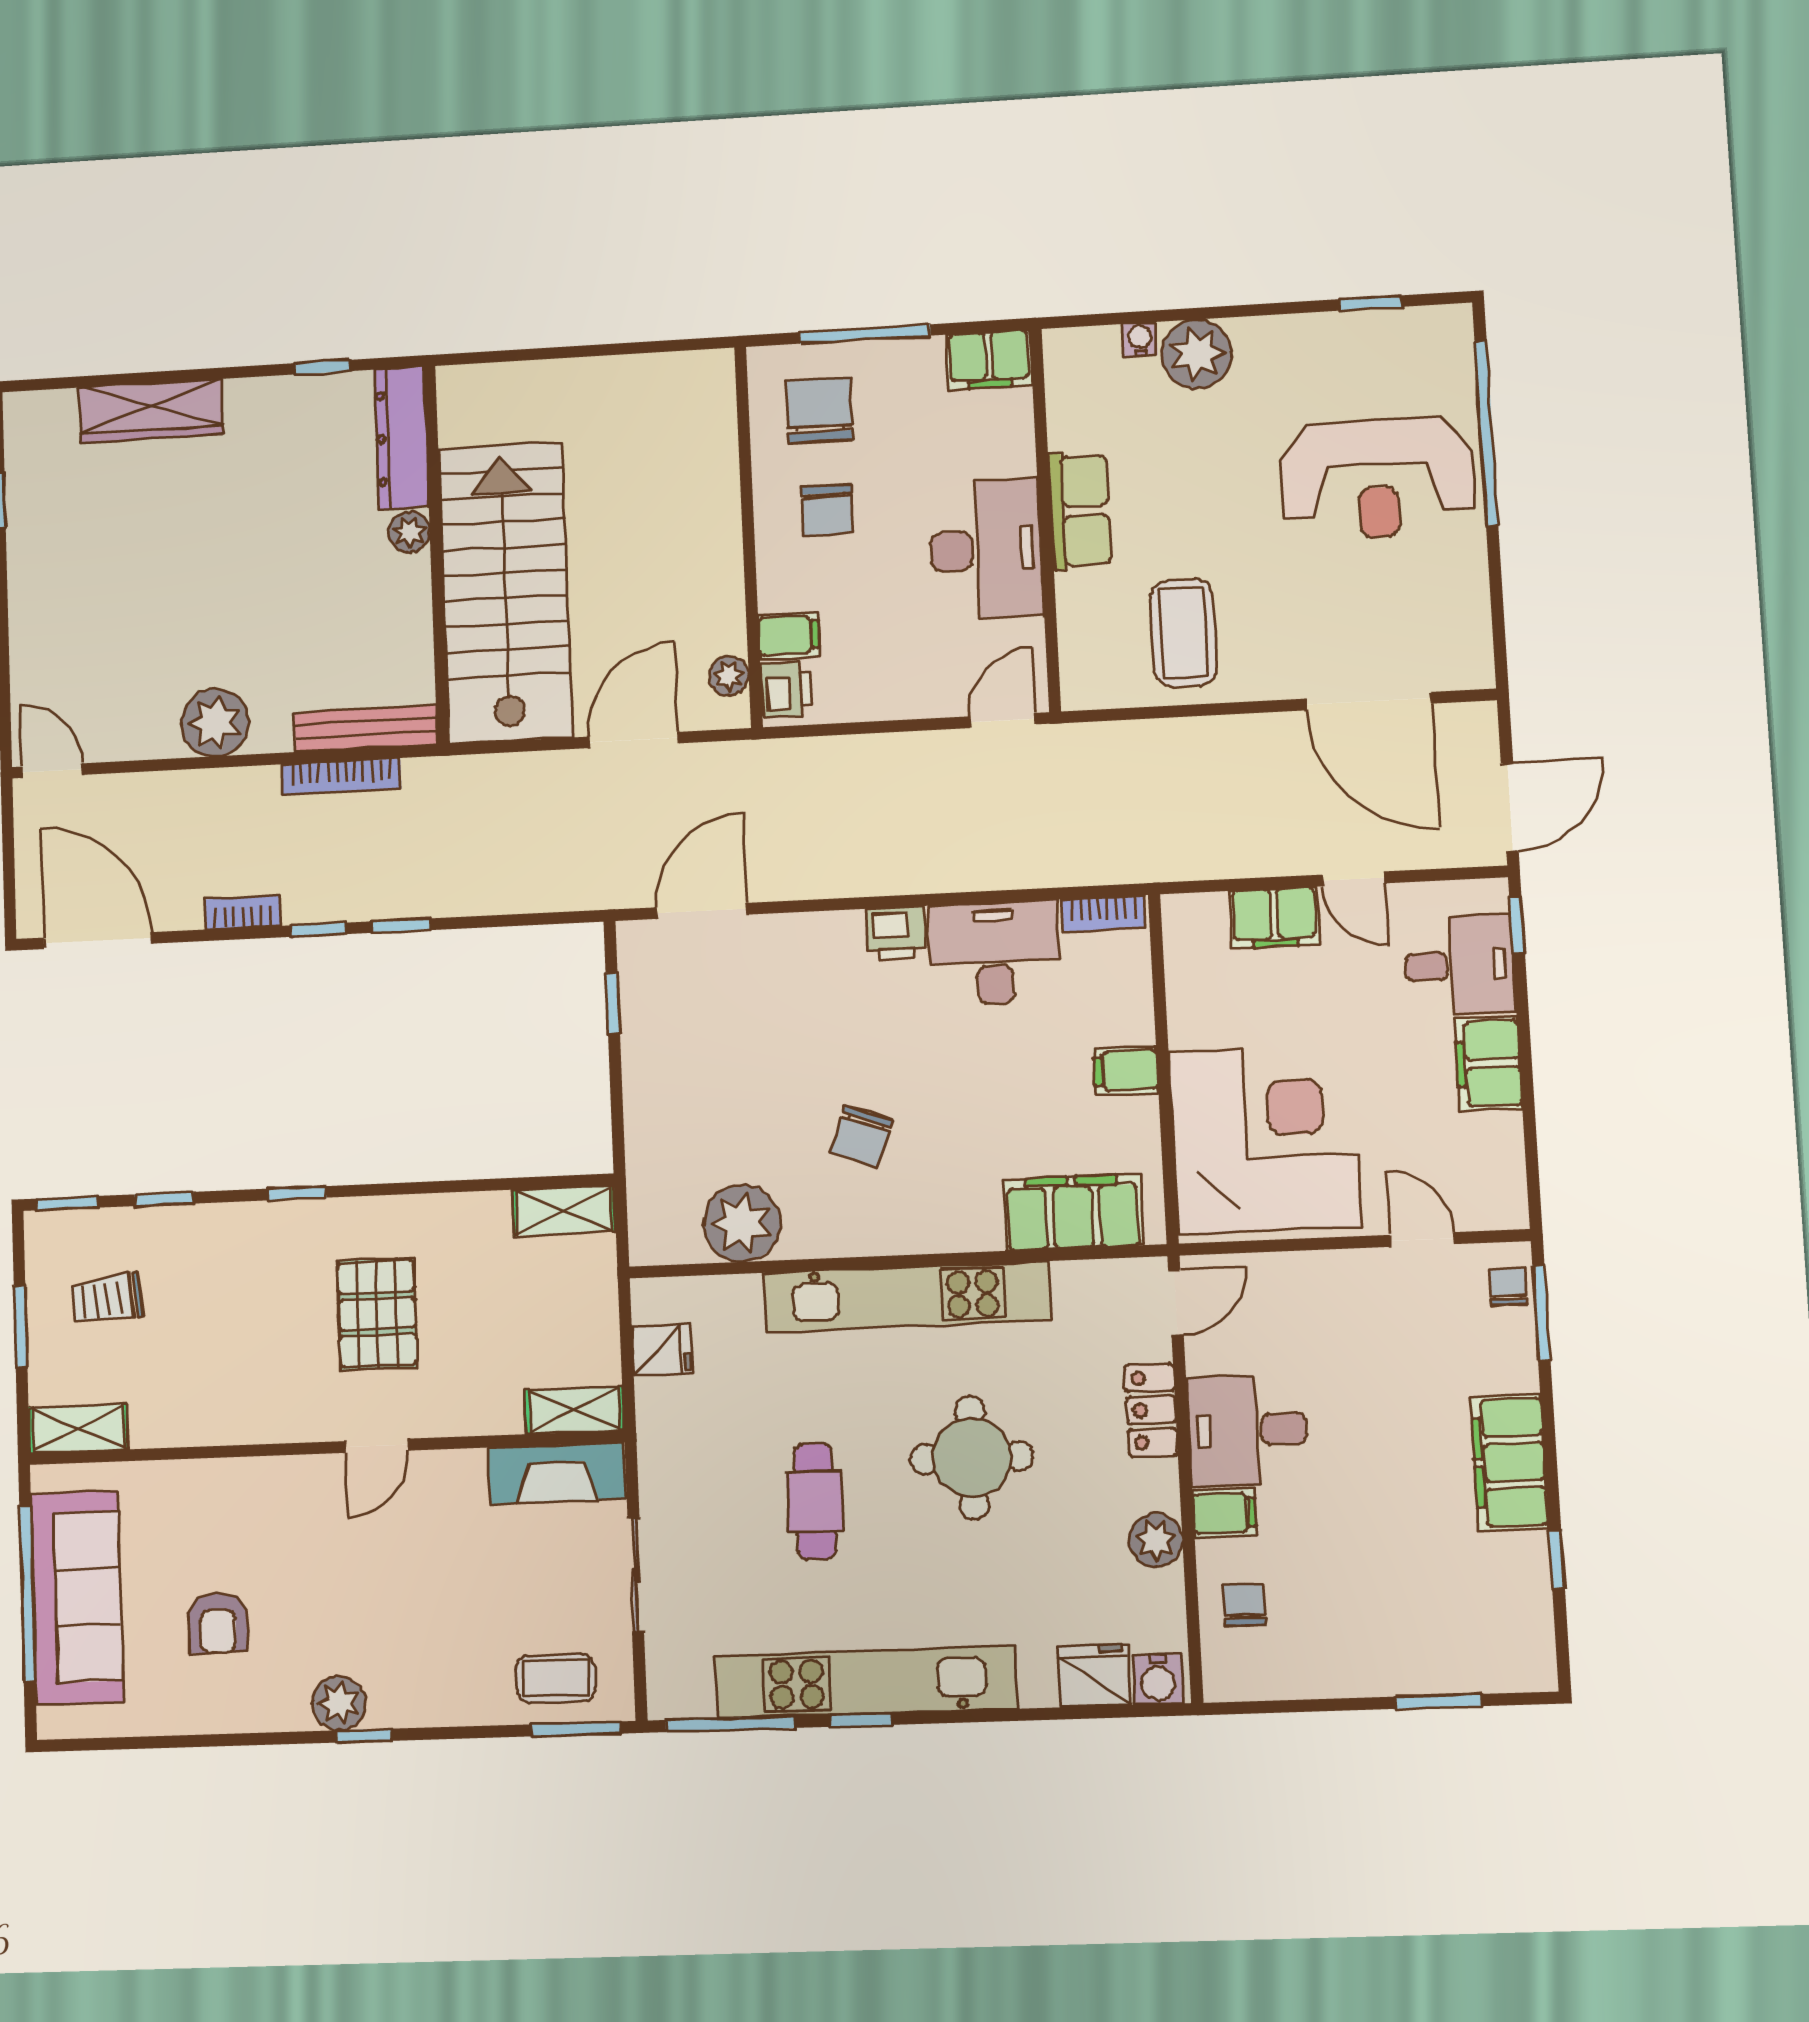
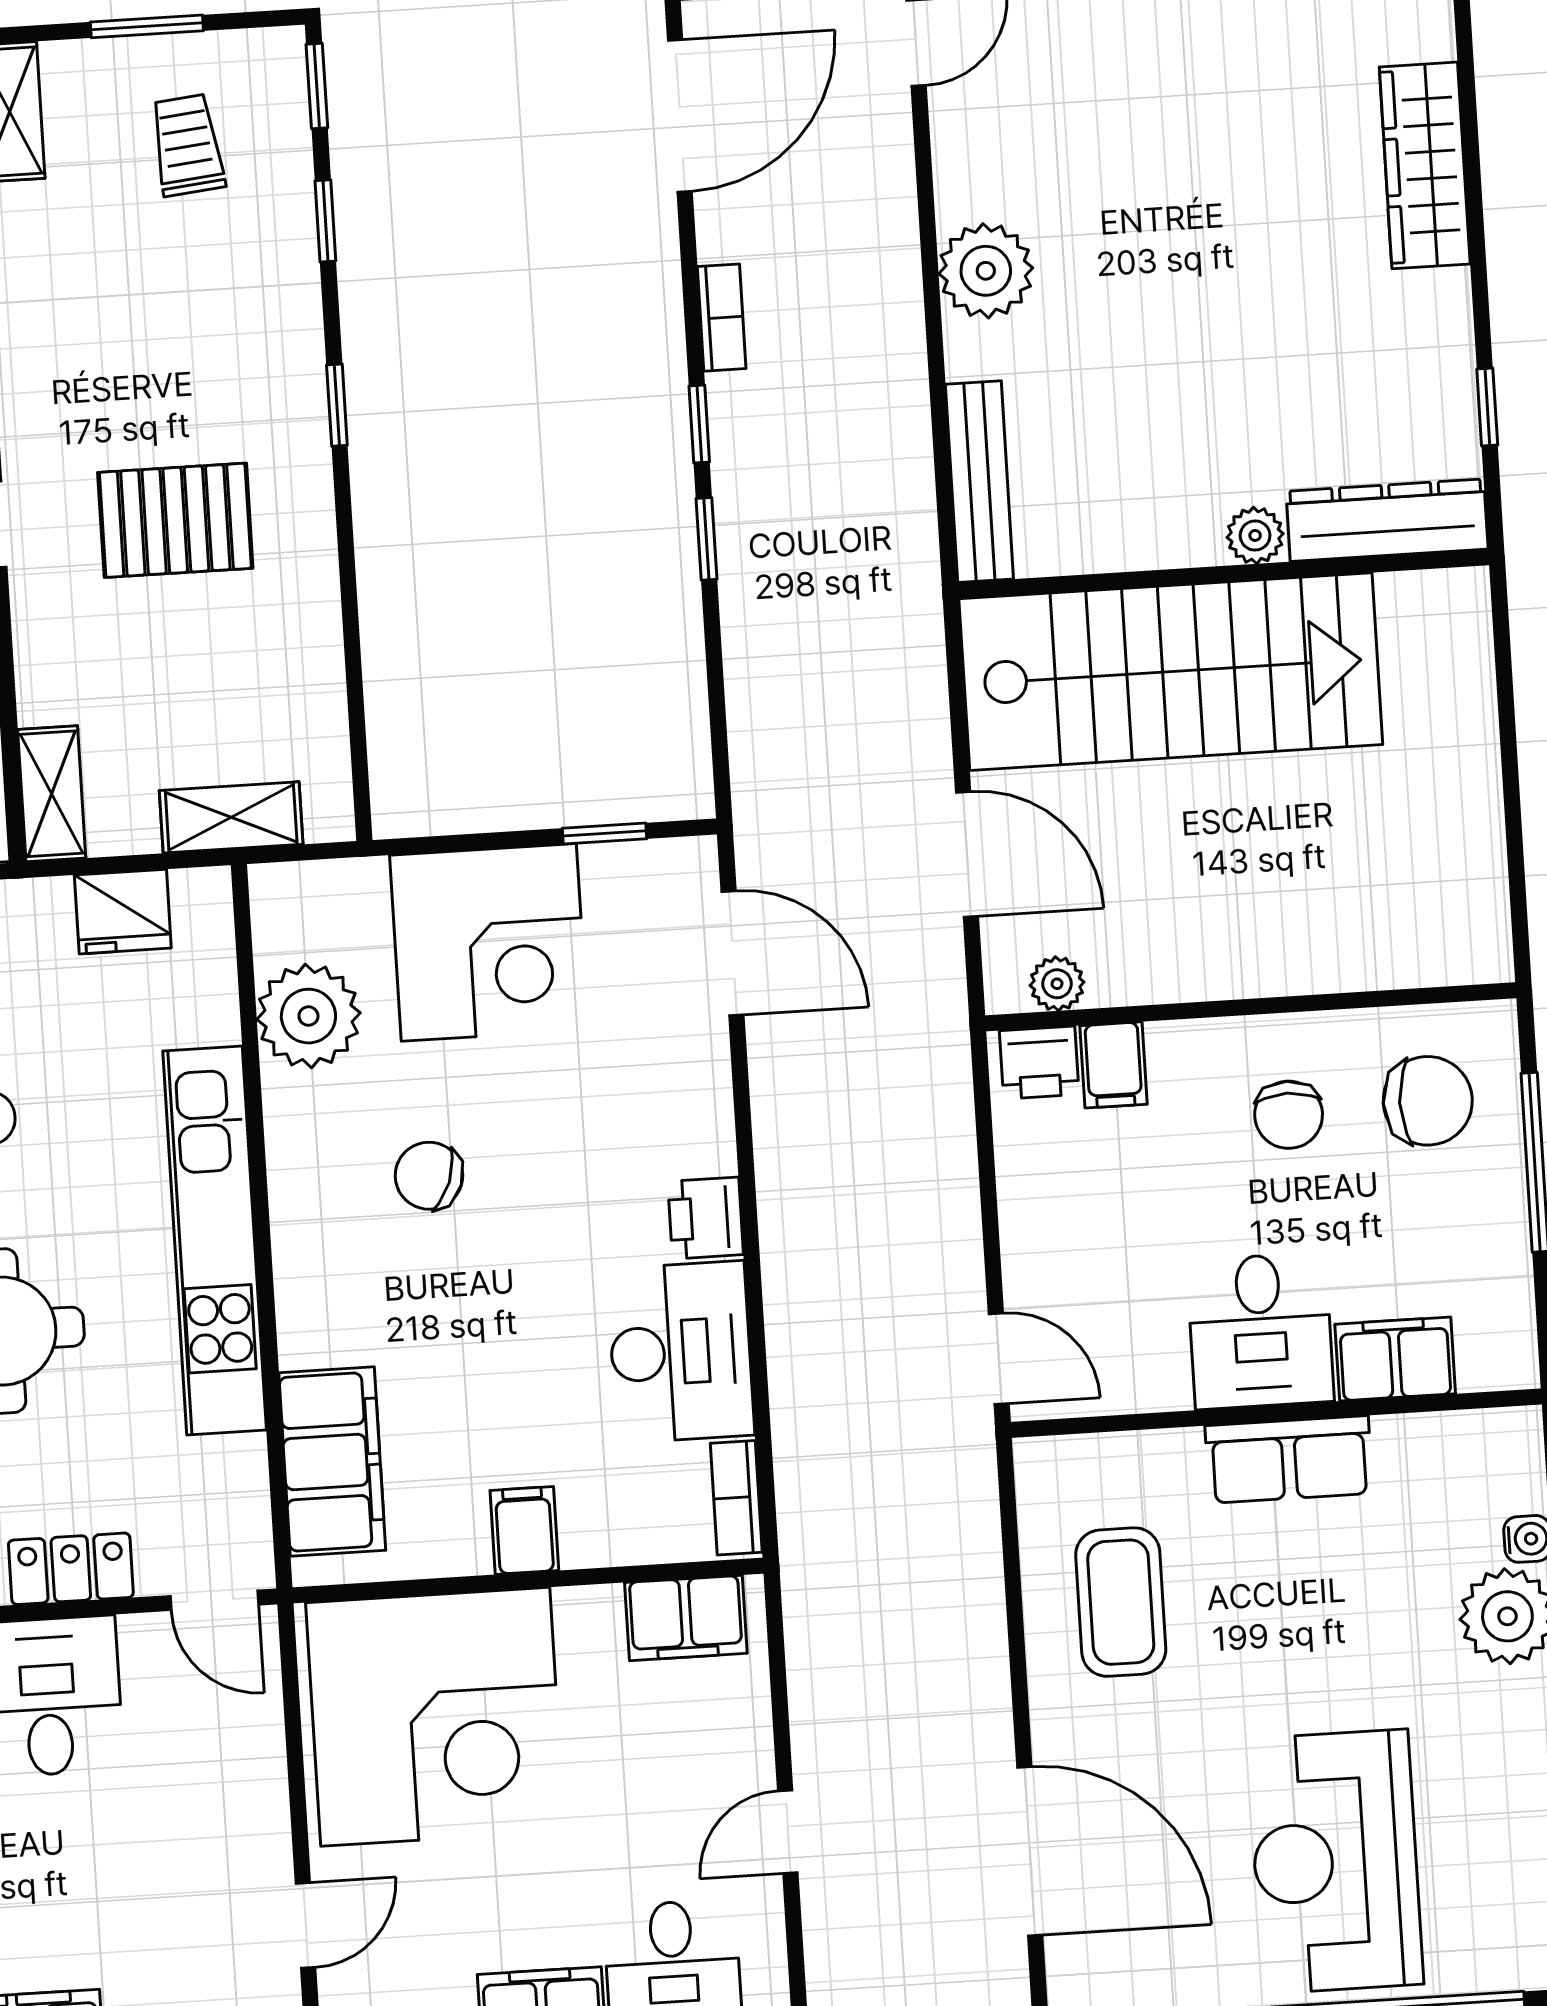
filing cabinet: (989, 360) -> (1395, 1359), moved, turned 90
chair: (827, 510) -> (1289, 1115), turned -90
desk: (986, 550) -> (1260, 1331), width x0.73
coffee table: (1184, 633) -> (1121, 1602), turned 90
door: (1369, 701) -> (1030, 1851), swing flipped
bookcase: (341, 776) -> (912, 450), removed
filing cabinet: (1274, 918) -> (686, 1618), moved, turned -90
corner desk: (690, 1089) -> (489, 942), added
shelving: (564, 1211) -> (231, 817), moved, turned 90
fridge: (662, 1350) -> (123, 912), width x1.38

